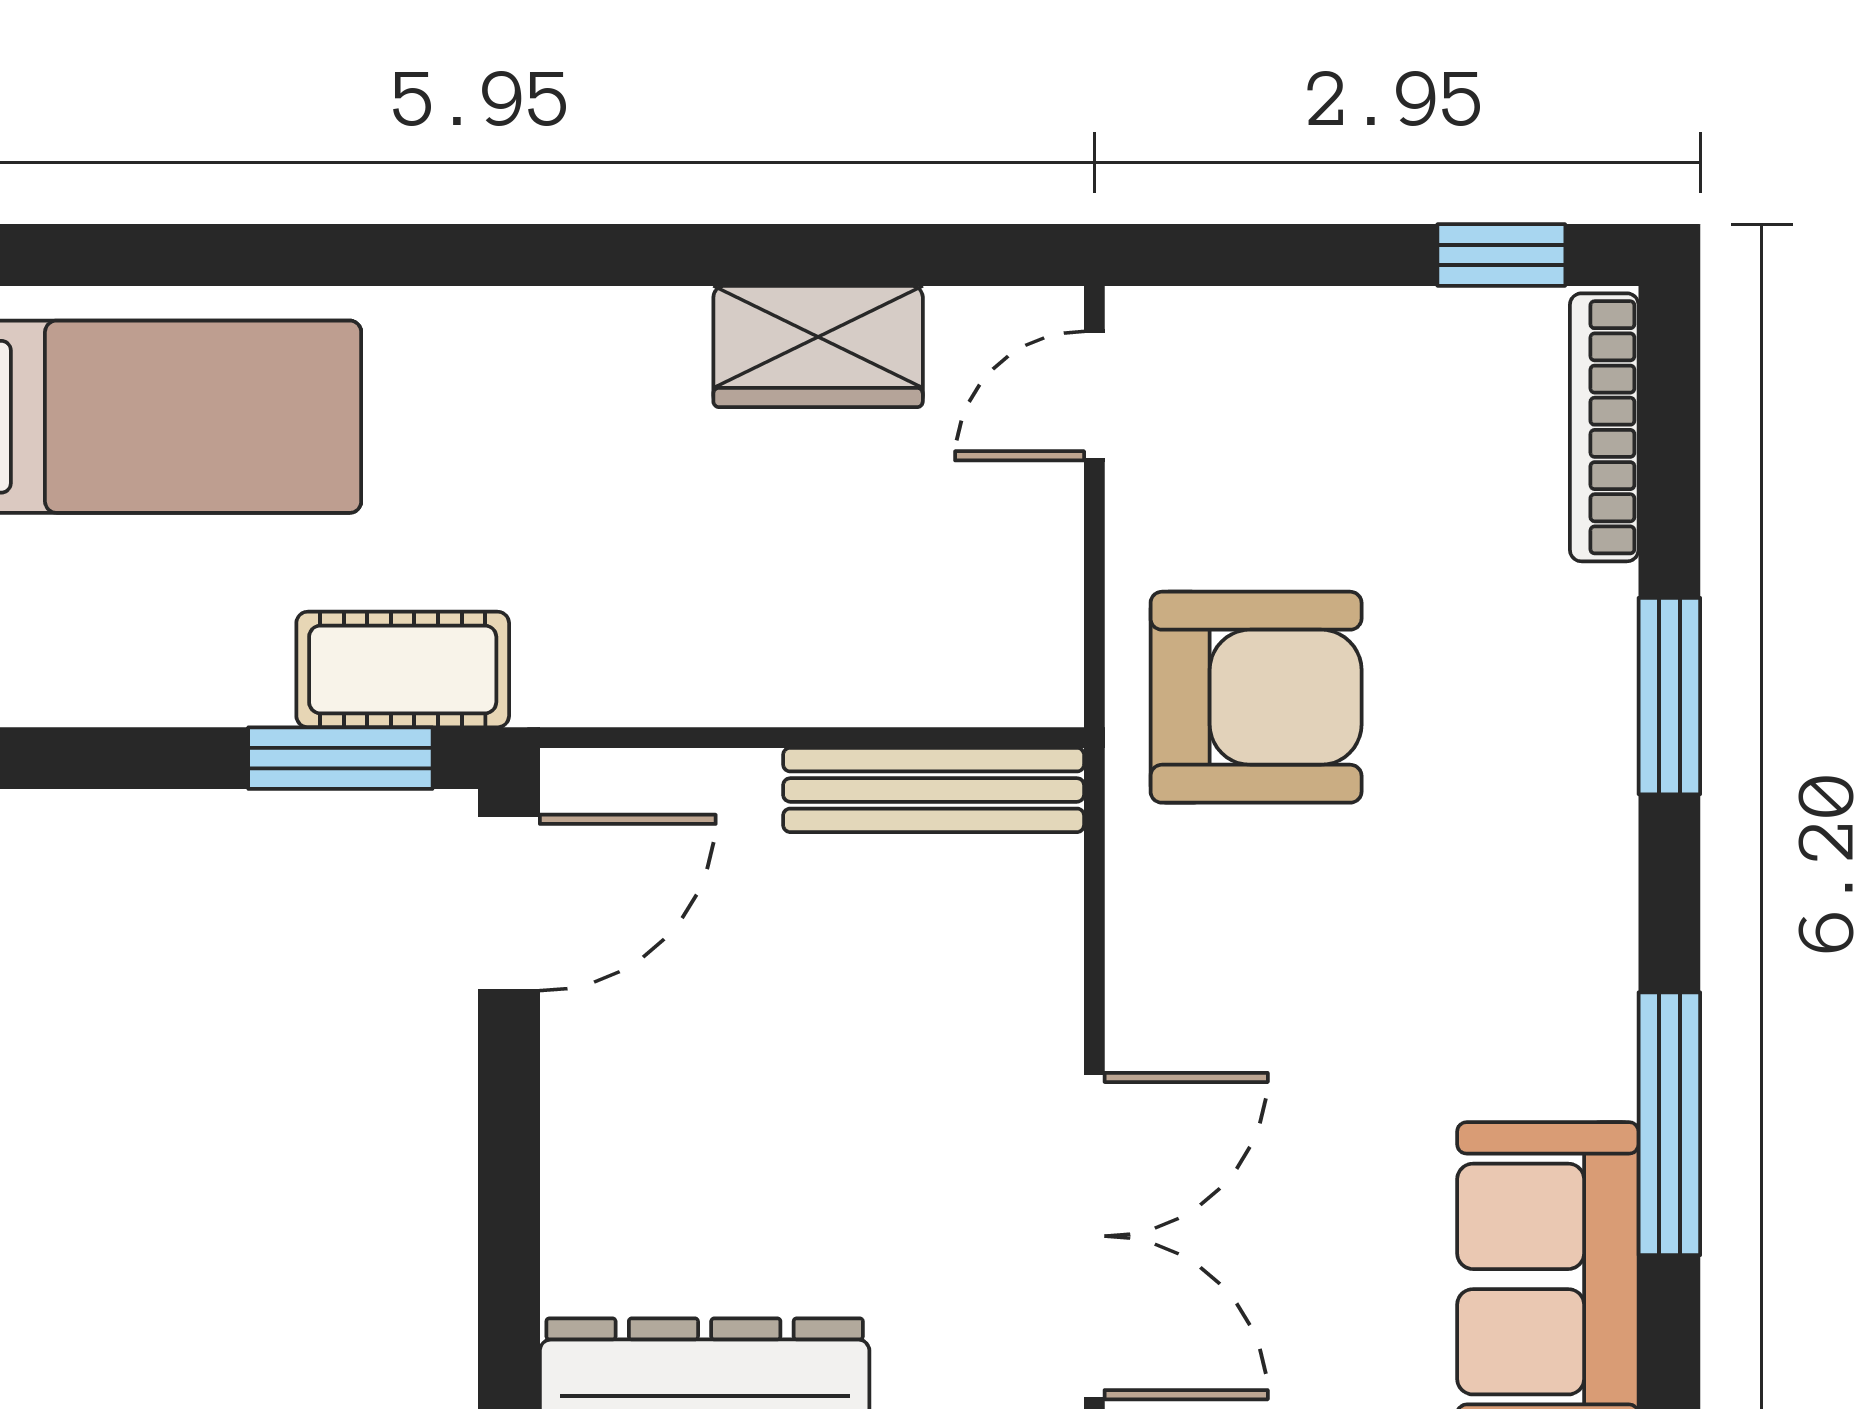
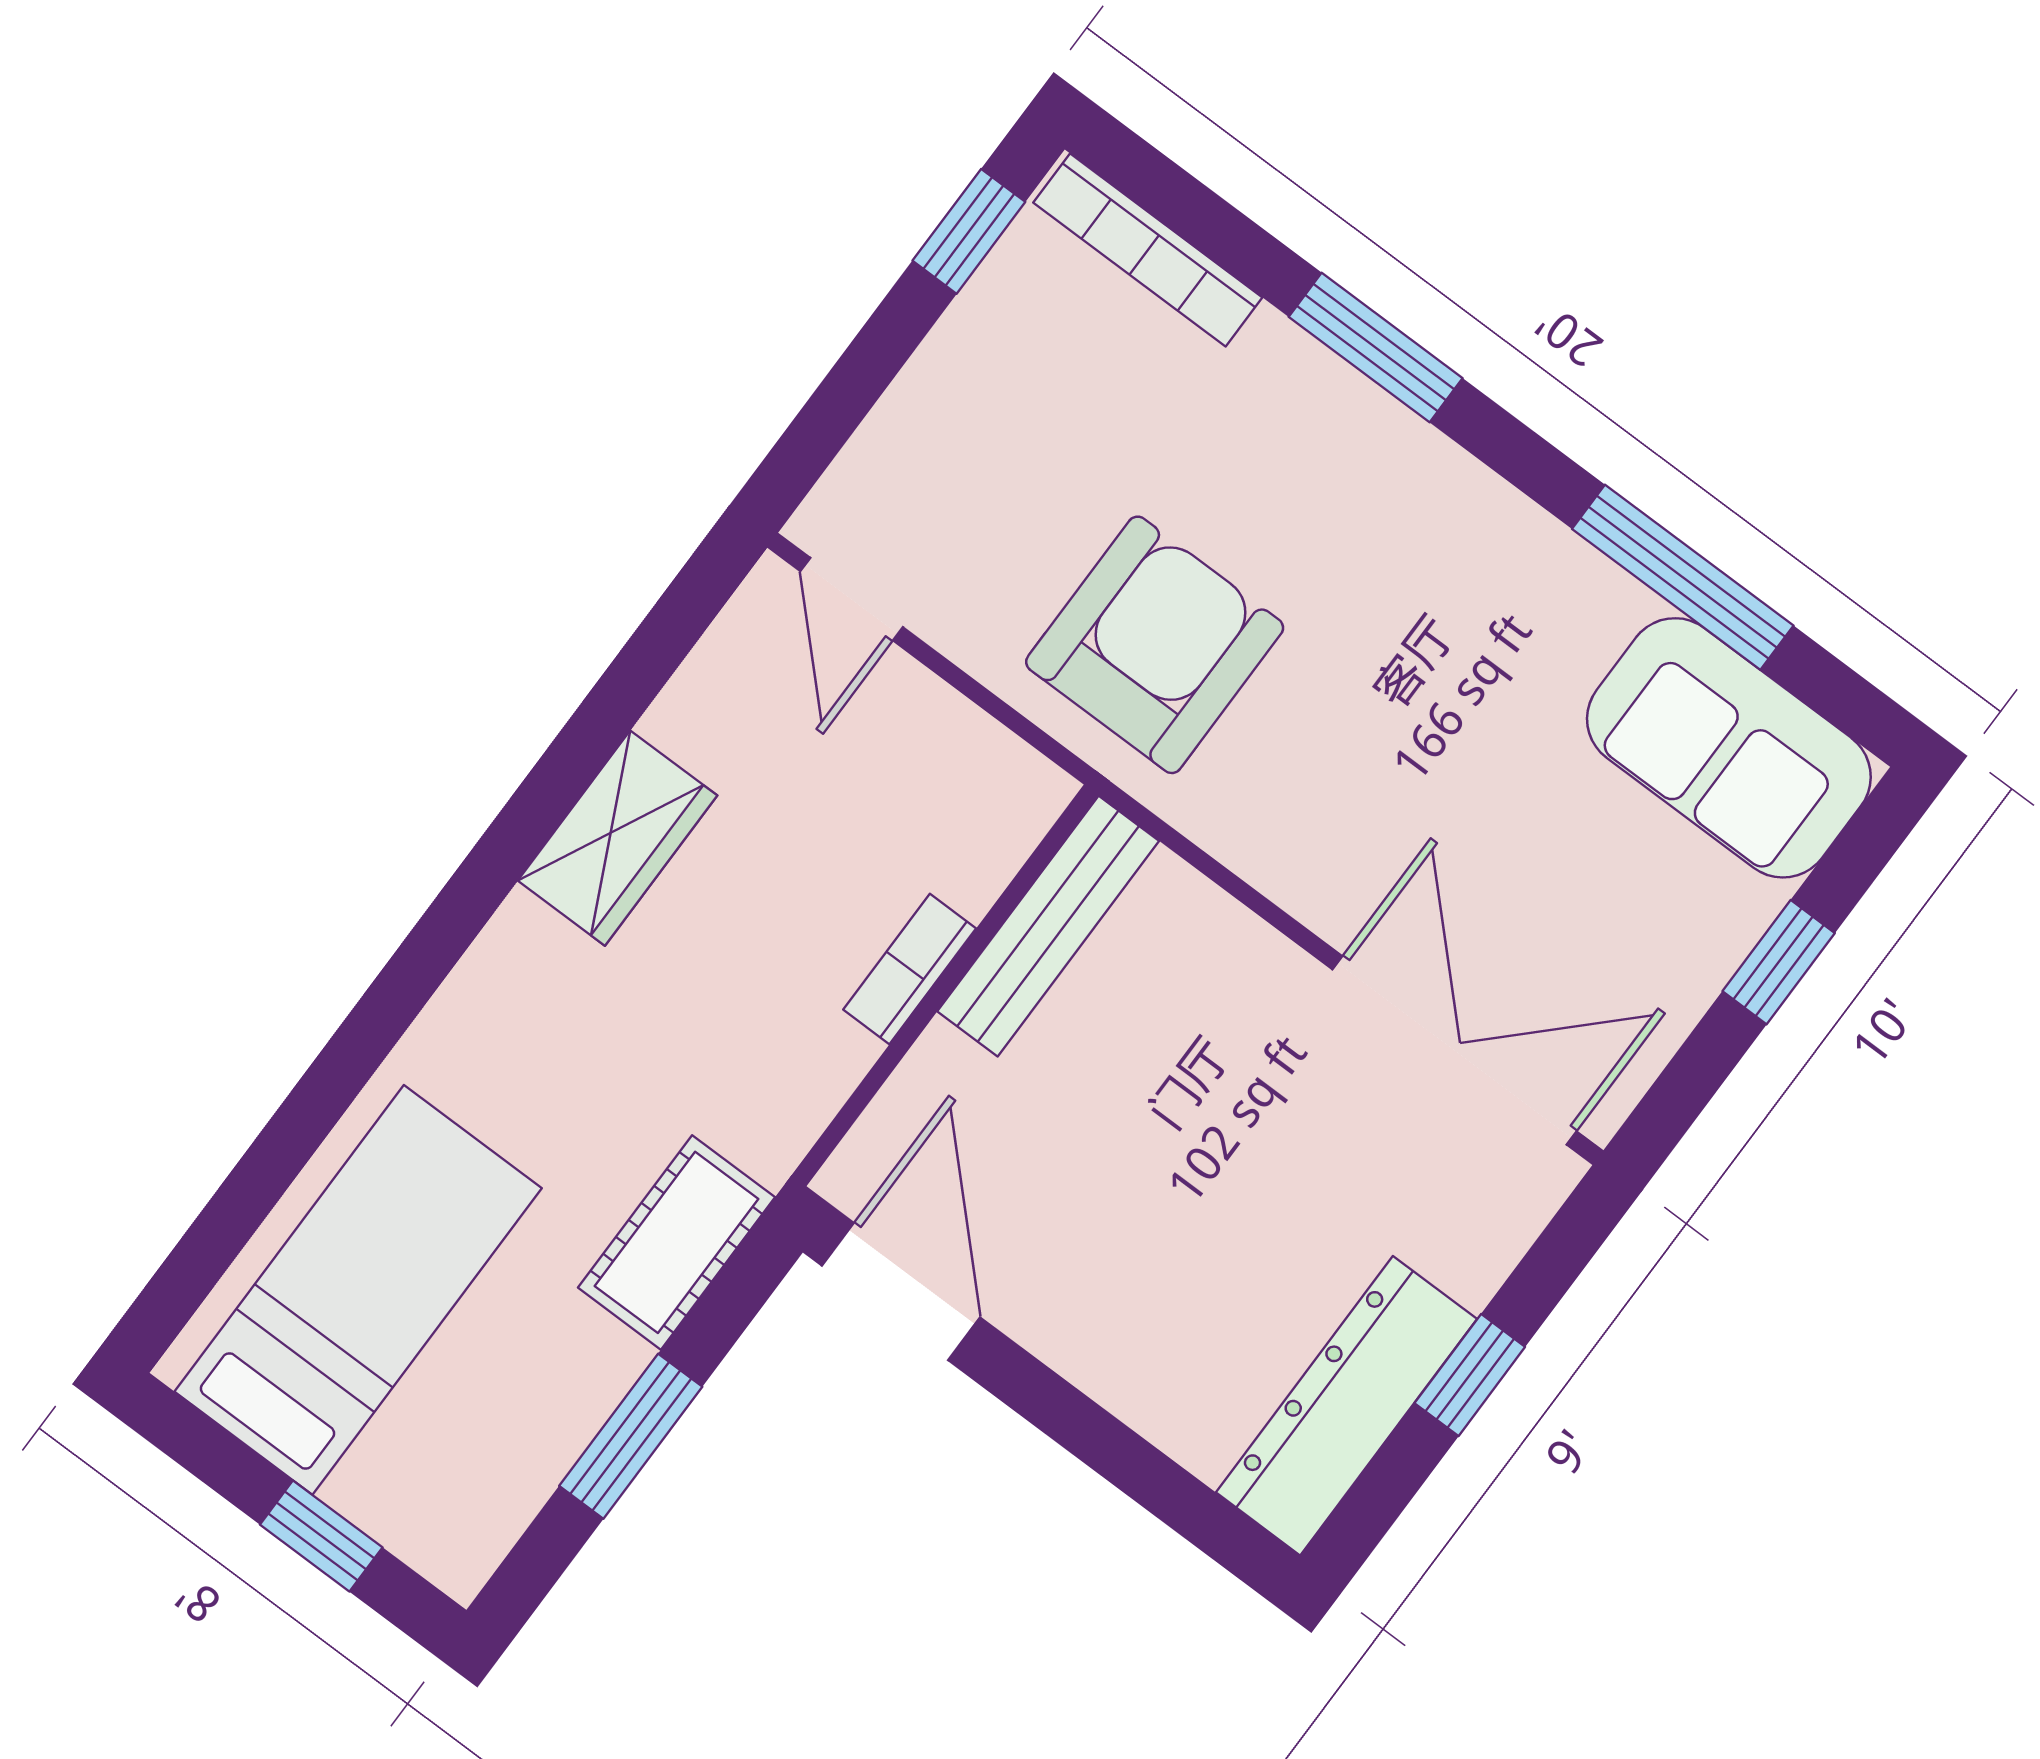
wardrobe: (818, 346) -> (618, 838), moved
bookcase: (803, 695) -> (910, 969), added
window: (340, 758) -> (631, 1436), moved

